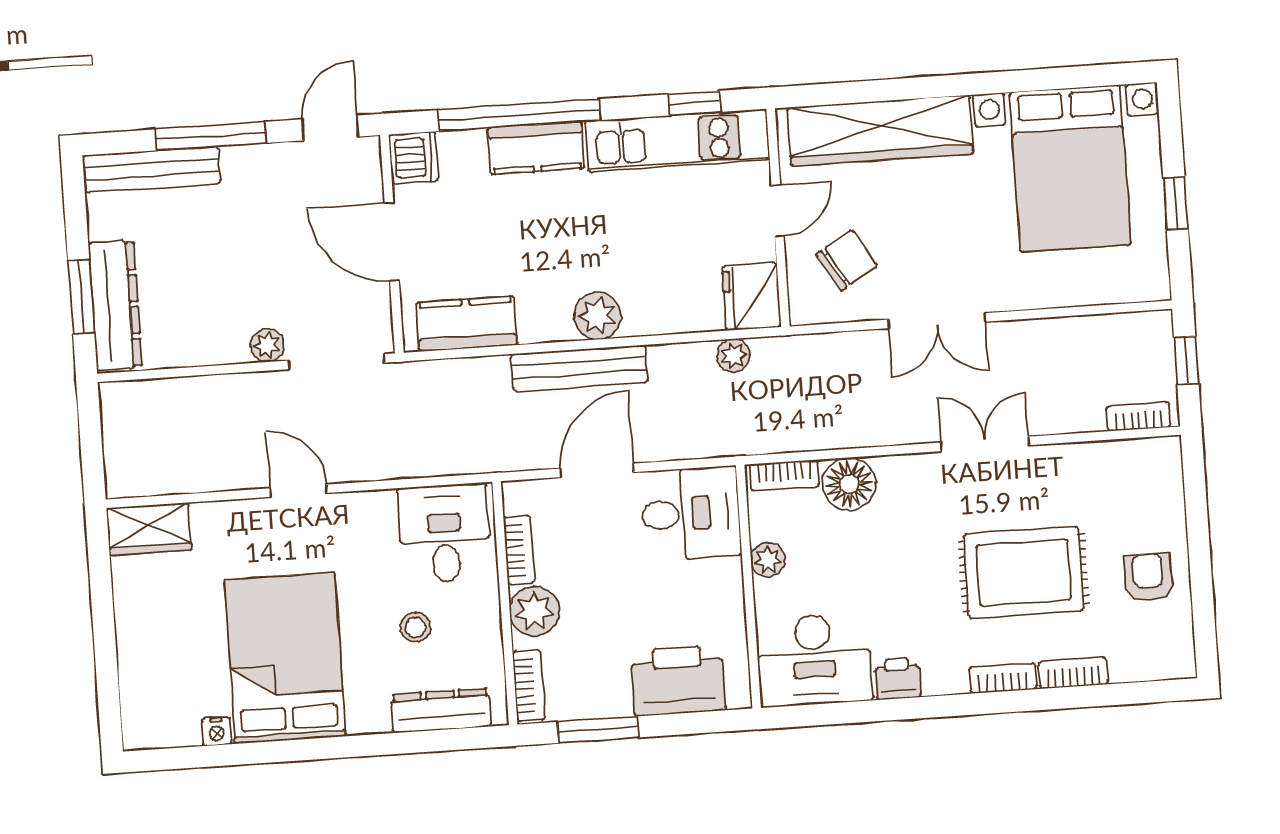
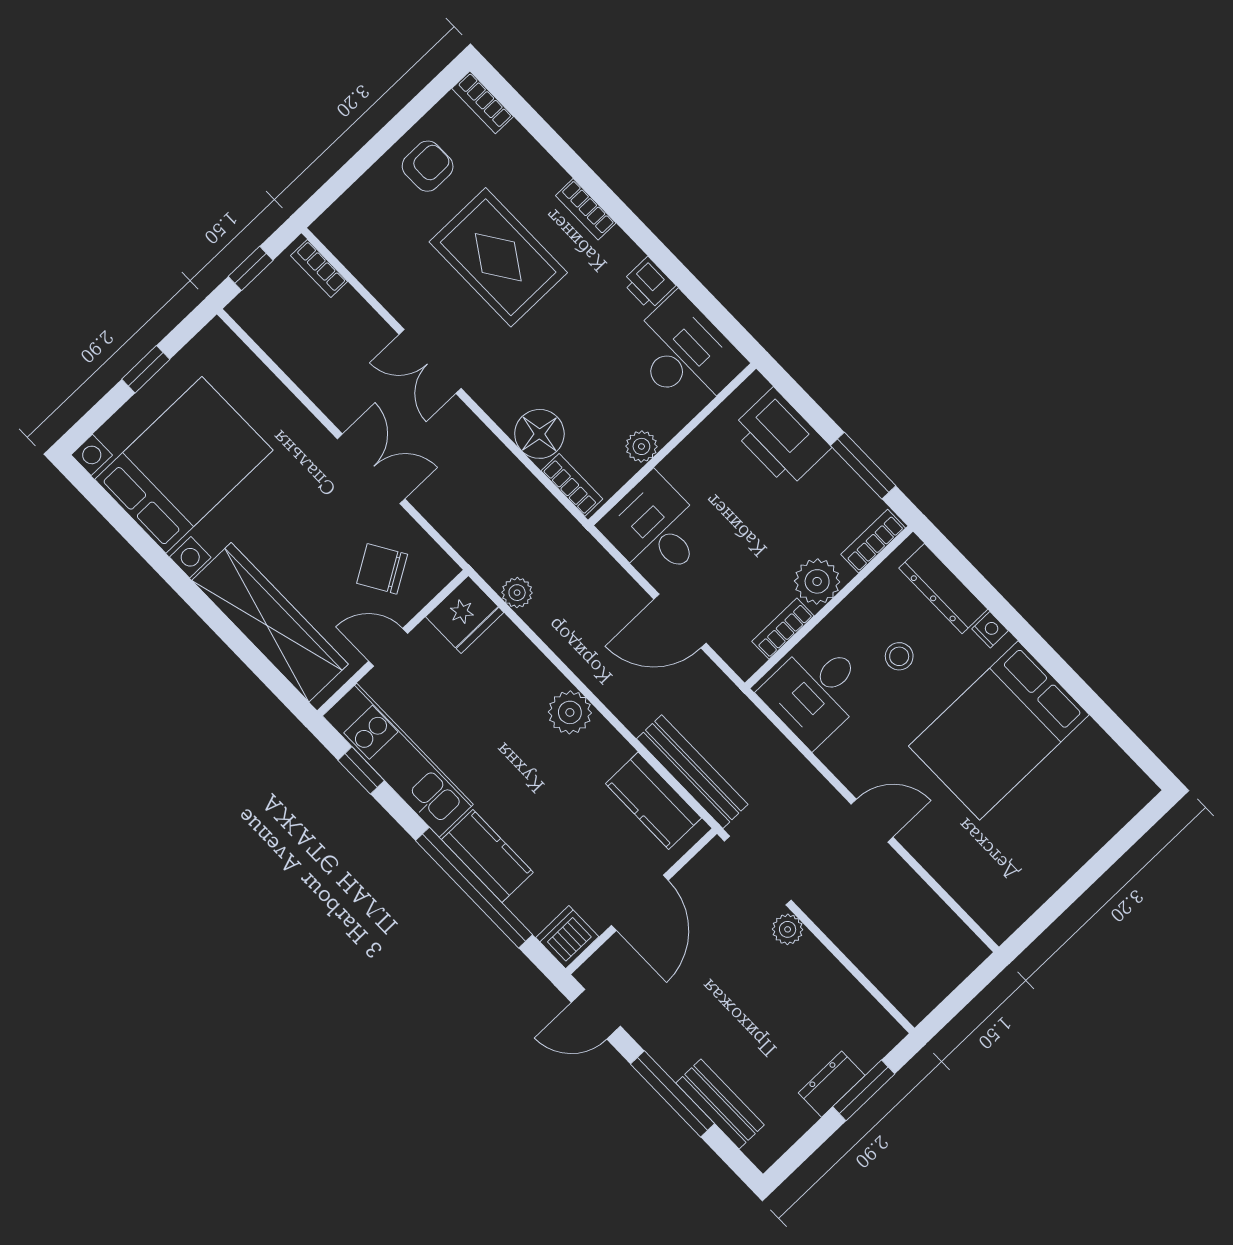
bench: (152, 170) -> (720, 1104), width x0.73
dresser: (115, 305) -> (832, 1084), width x0.51, depth x0.80
bench: (580, 368) -> (692, 772), moved
door: (298, 491) -> (872, 821), swing flipped
wardrobe: (149, 529) -> (988, 904), removed
armchair: (1148, 577) -> (428, 166), turned 180
bookcase: (1073, 673) -> (483, 102), moved
nightstand: (217, 731) -> (990, 630), moved

